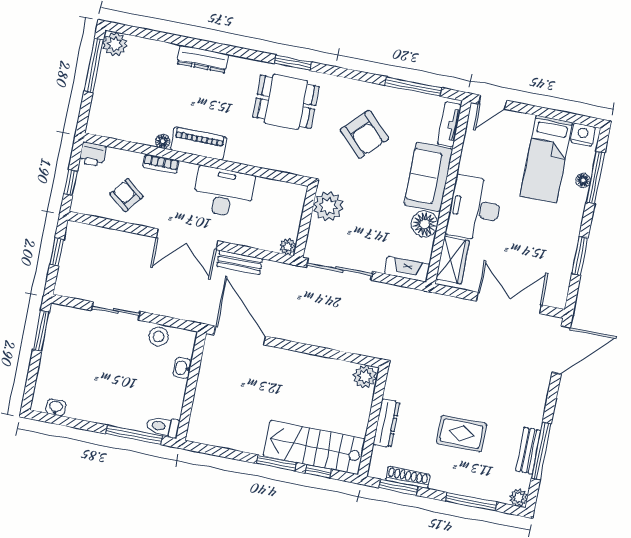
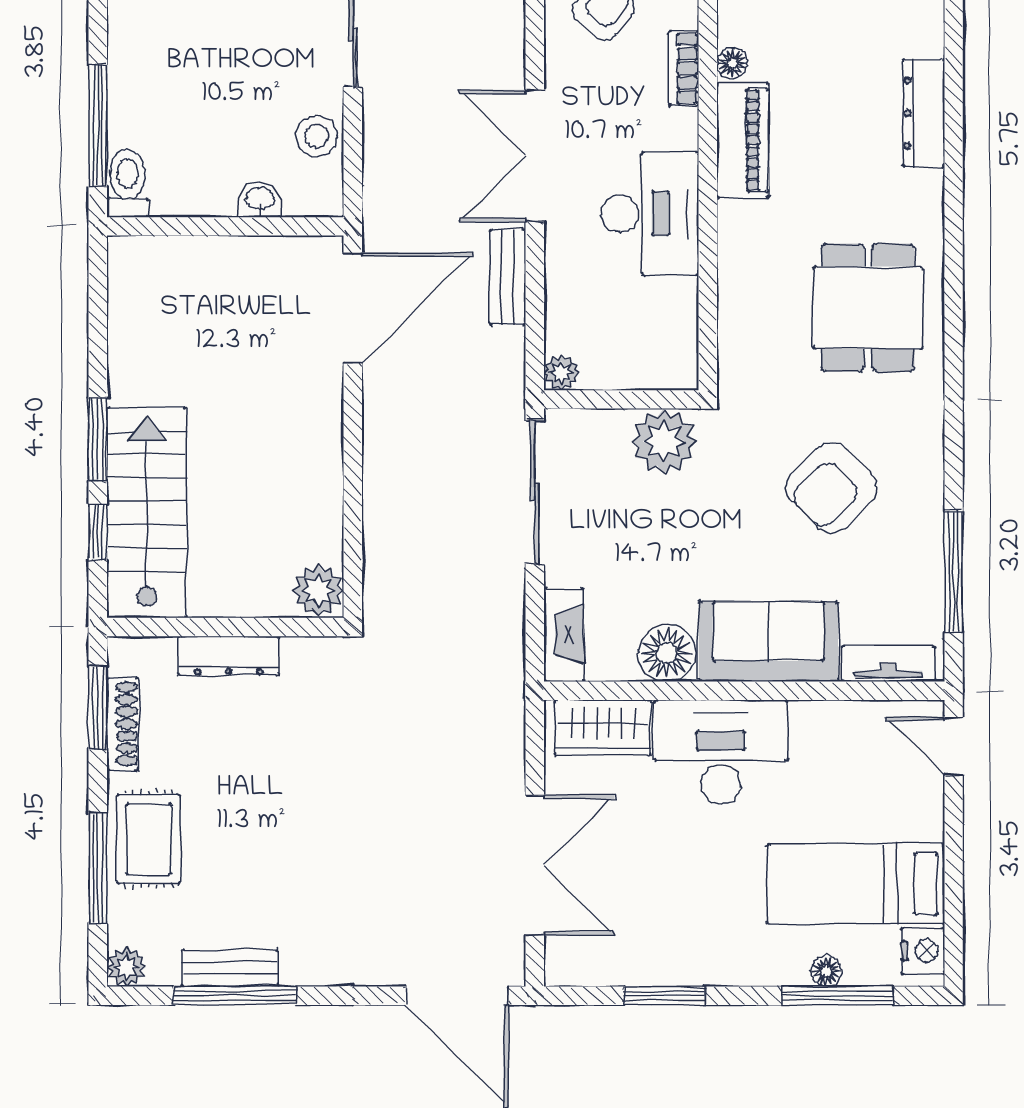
window: (293, 63) -> (954, 306), removed
rug: (461, 434) -> (149, 839), moved

